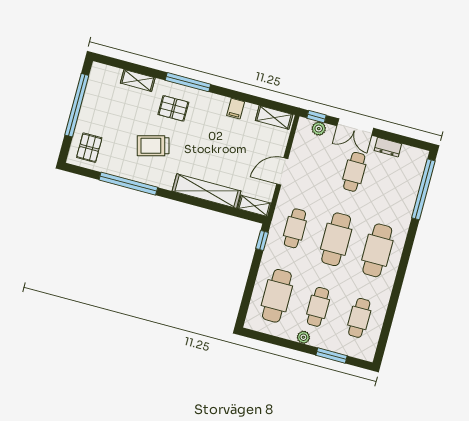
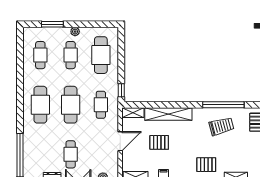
trolley: (153, 146) -> (221, 126), moved
pallet: (229, 156) -> (159, 142), added

